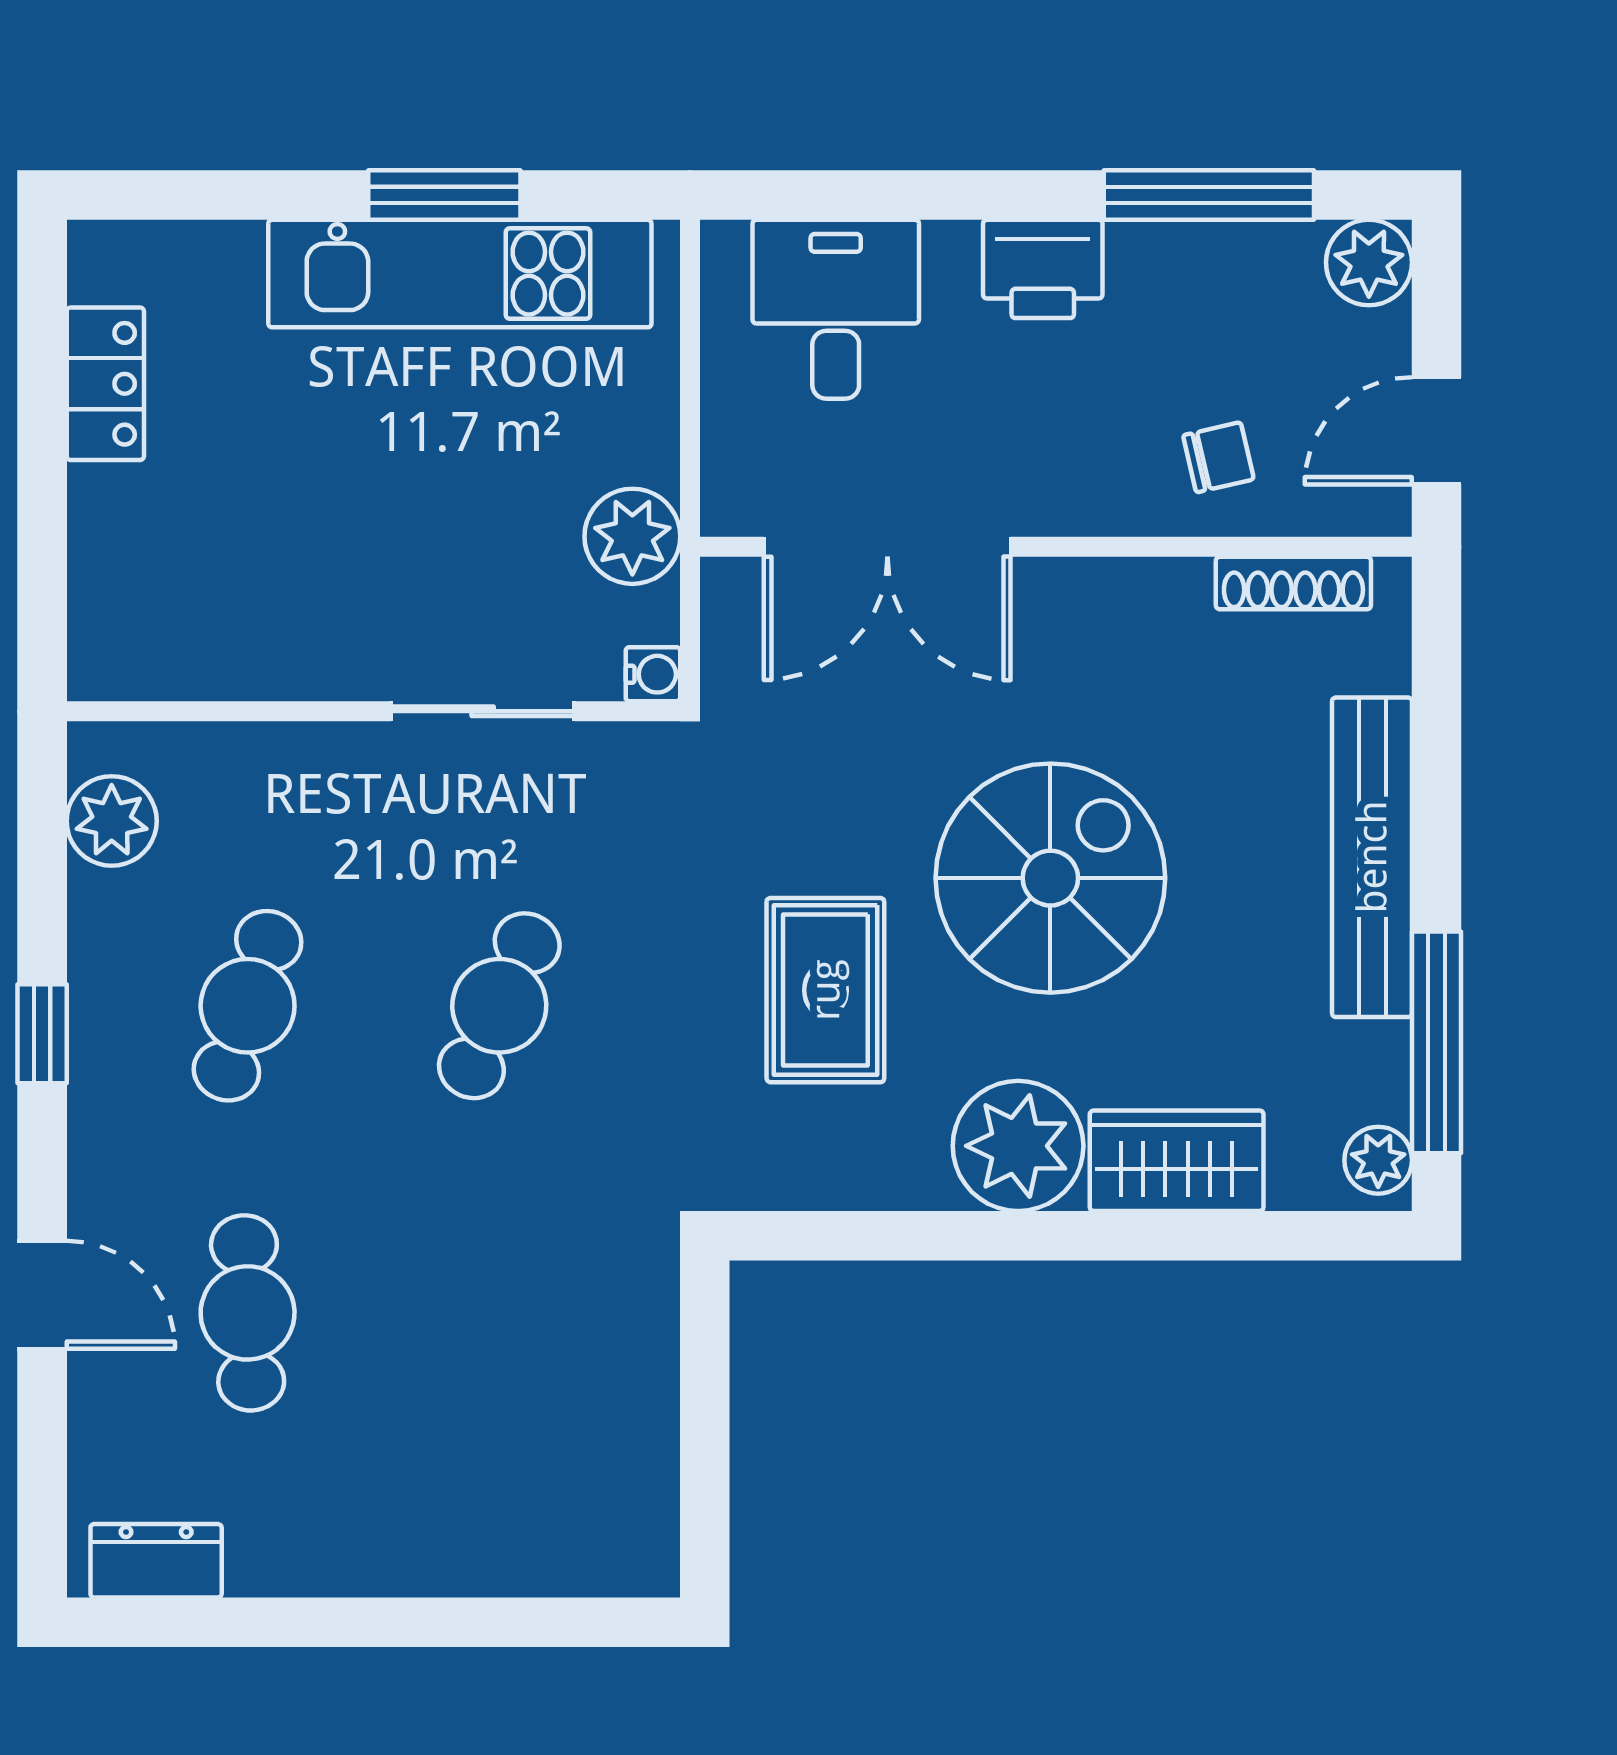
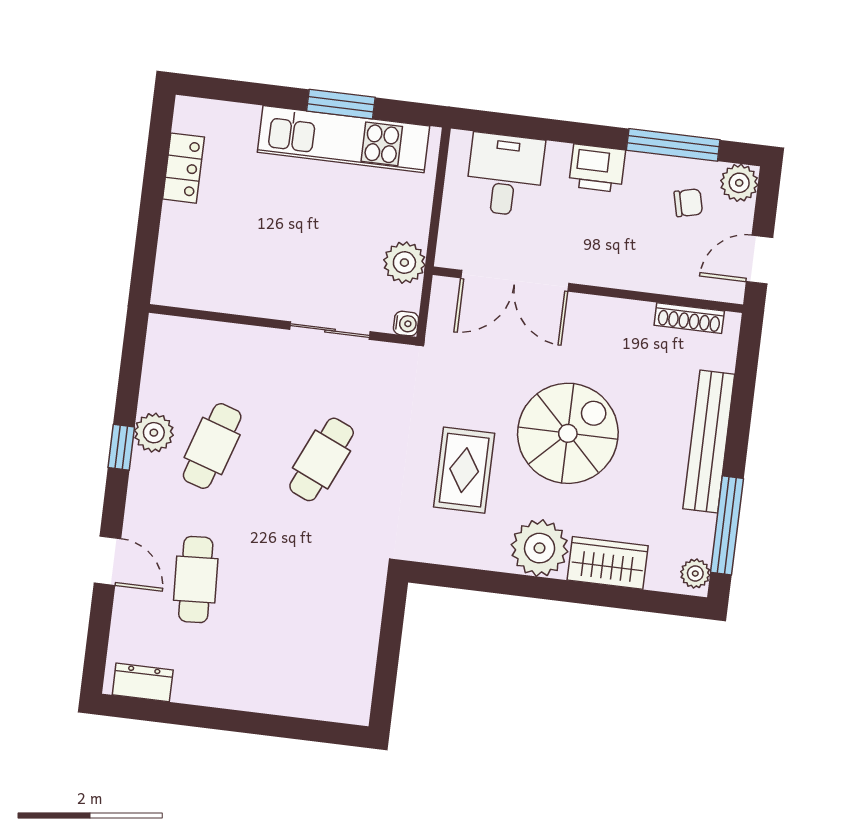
chair: (1218, 457) -> (688, 203), moved
plant: (112, 821) -> (154, 433), moved

